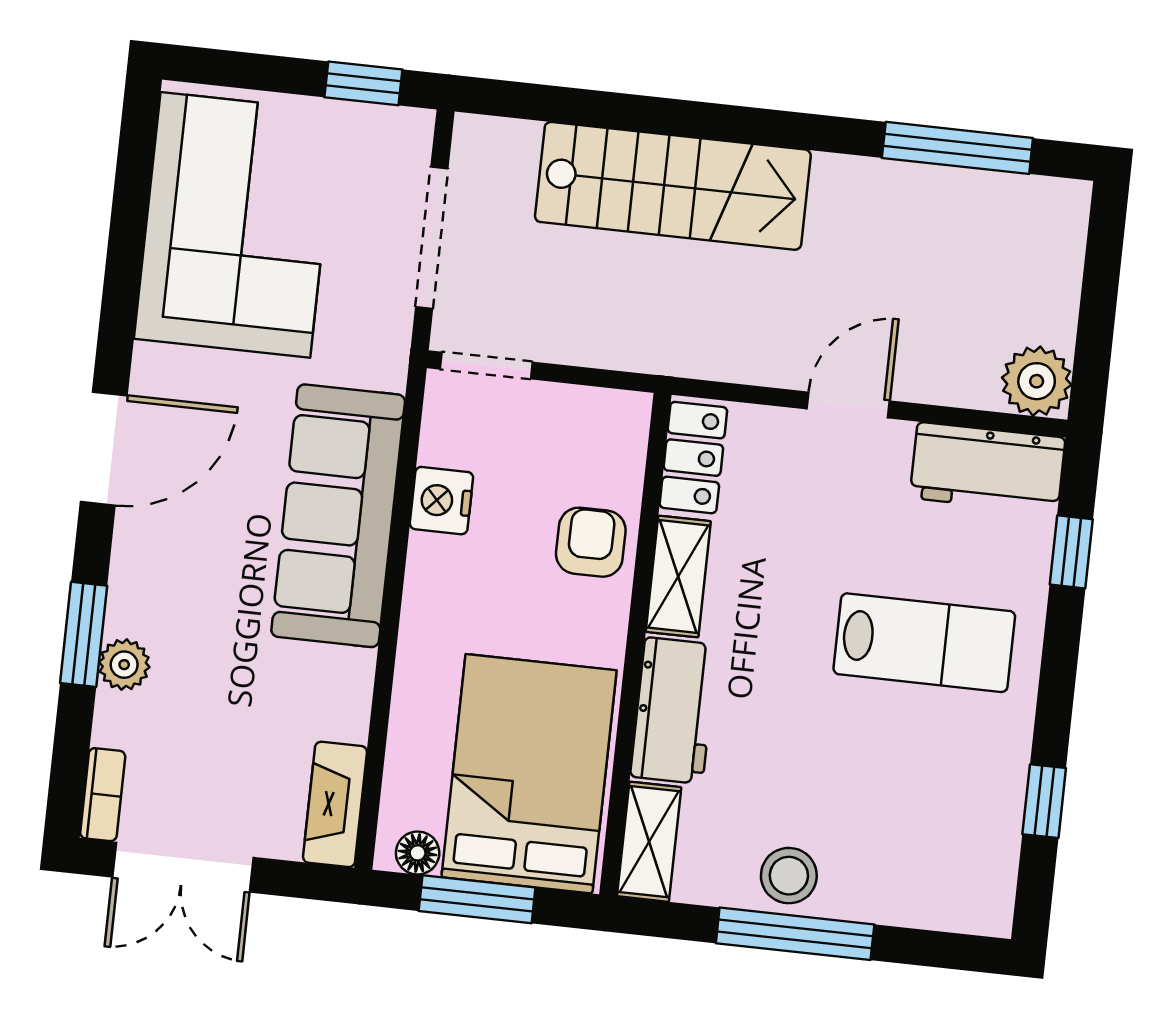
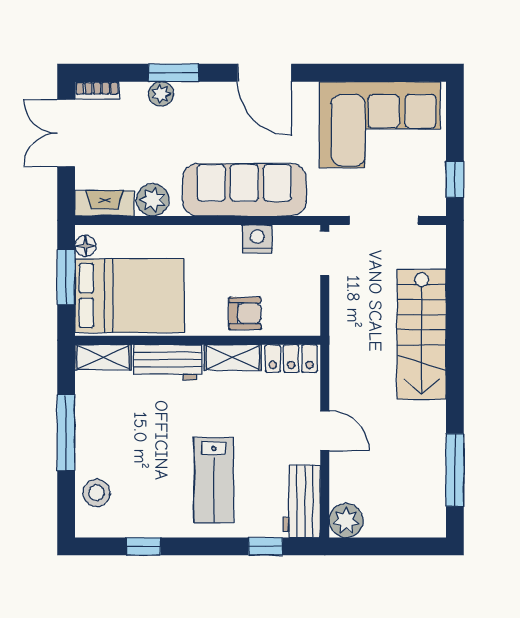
plant: (338, 705) -> (153, 200), added
stool: (789, 876) -> (96, 493), moved

